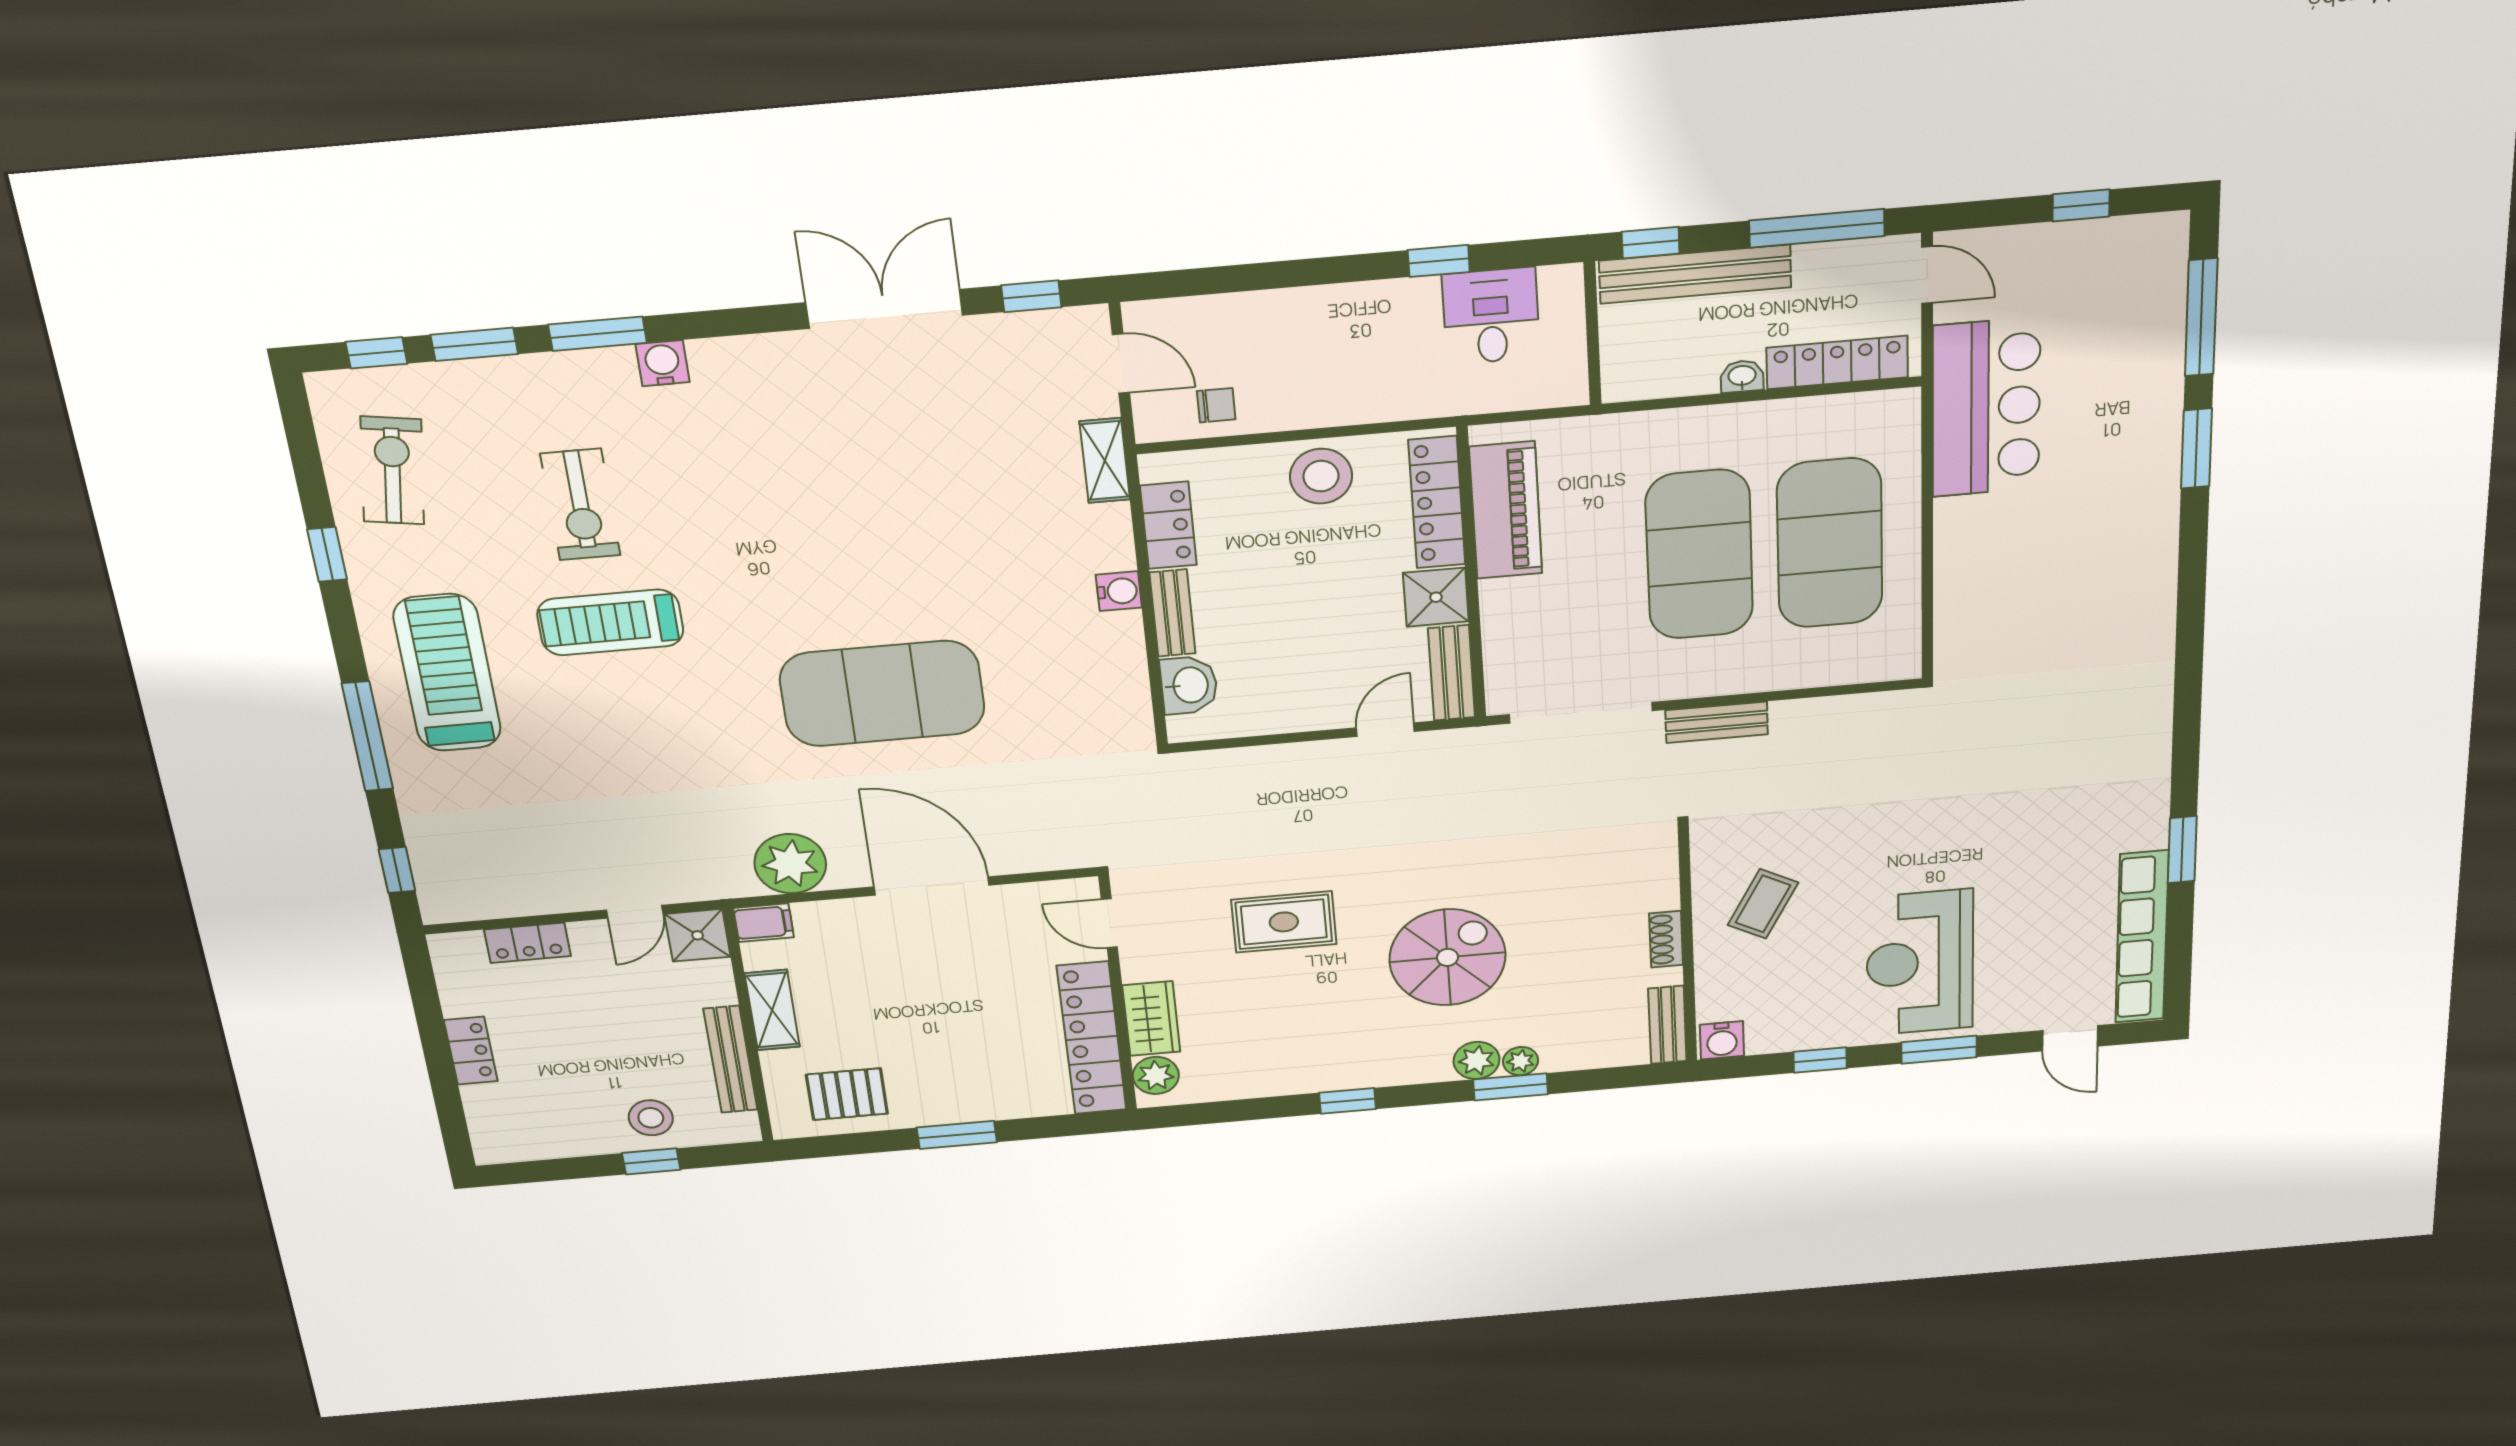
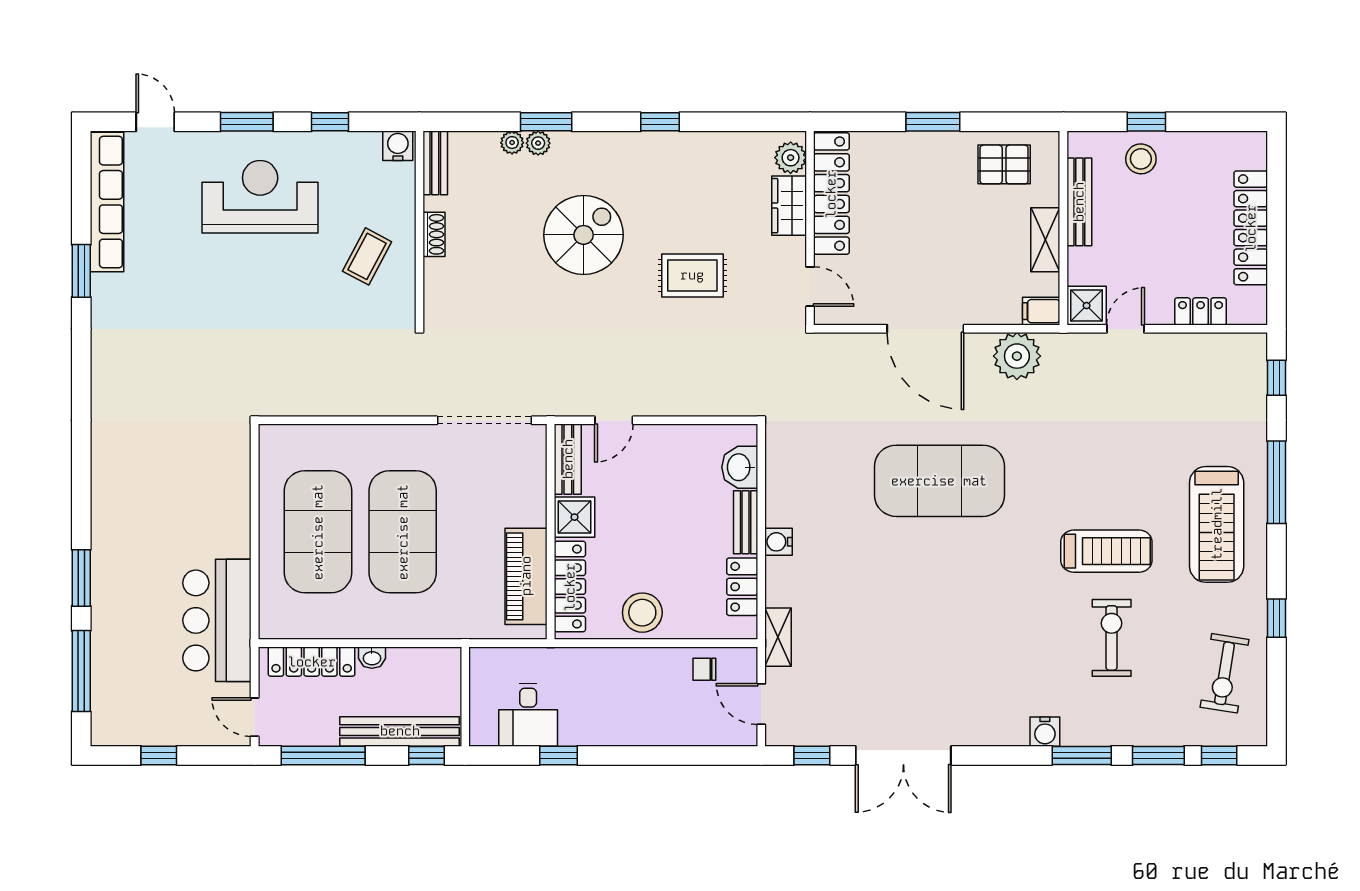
bench: (1717, 722) -> (395, 404), removed
spiral stairs: (1448, 957) -> (584, 235), turned 180
reception desk: (1920, 963) -> (260, 197), turned -90
locker: (471, 1051) -> (1251, 228), width x2.16, depth x1.21
plant: (1477, 1060) -> (512, 143), moved, width x0.73, depth x0.73

